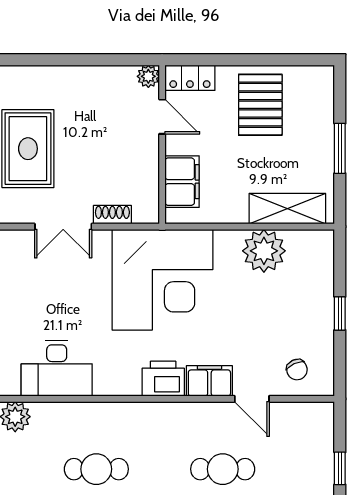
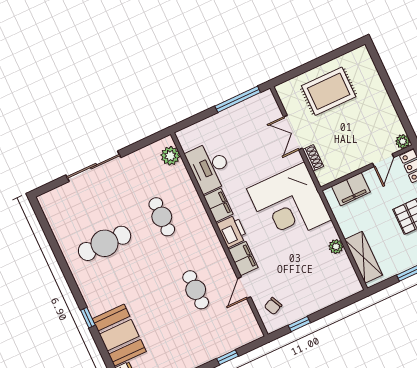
plant: (264, 251) -> (336, 247), width x0.53, depth x0.53
window: (340, 313) -> (299, 324), moved
filing cabinet: (117, 381) -> (218, 205), added

